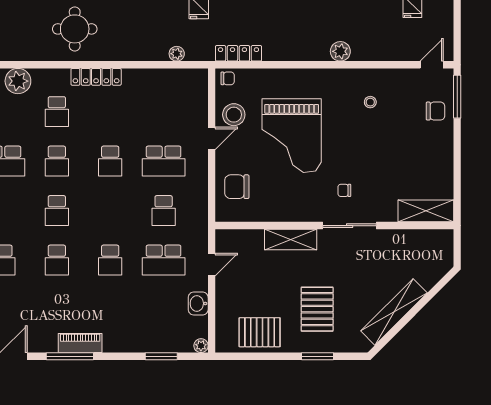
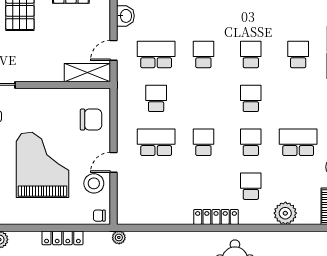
locker: (238, 53) -> (62, 238), moved
plant: (177, 54) -> (119, 237), moved
shelving: (291, 239) -> (87, 73), moved

